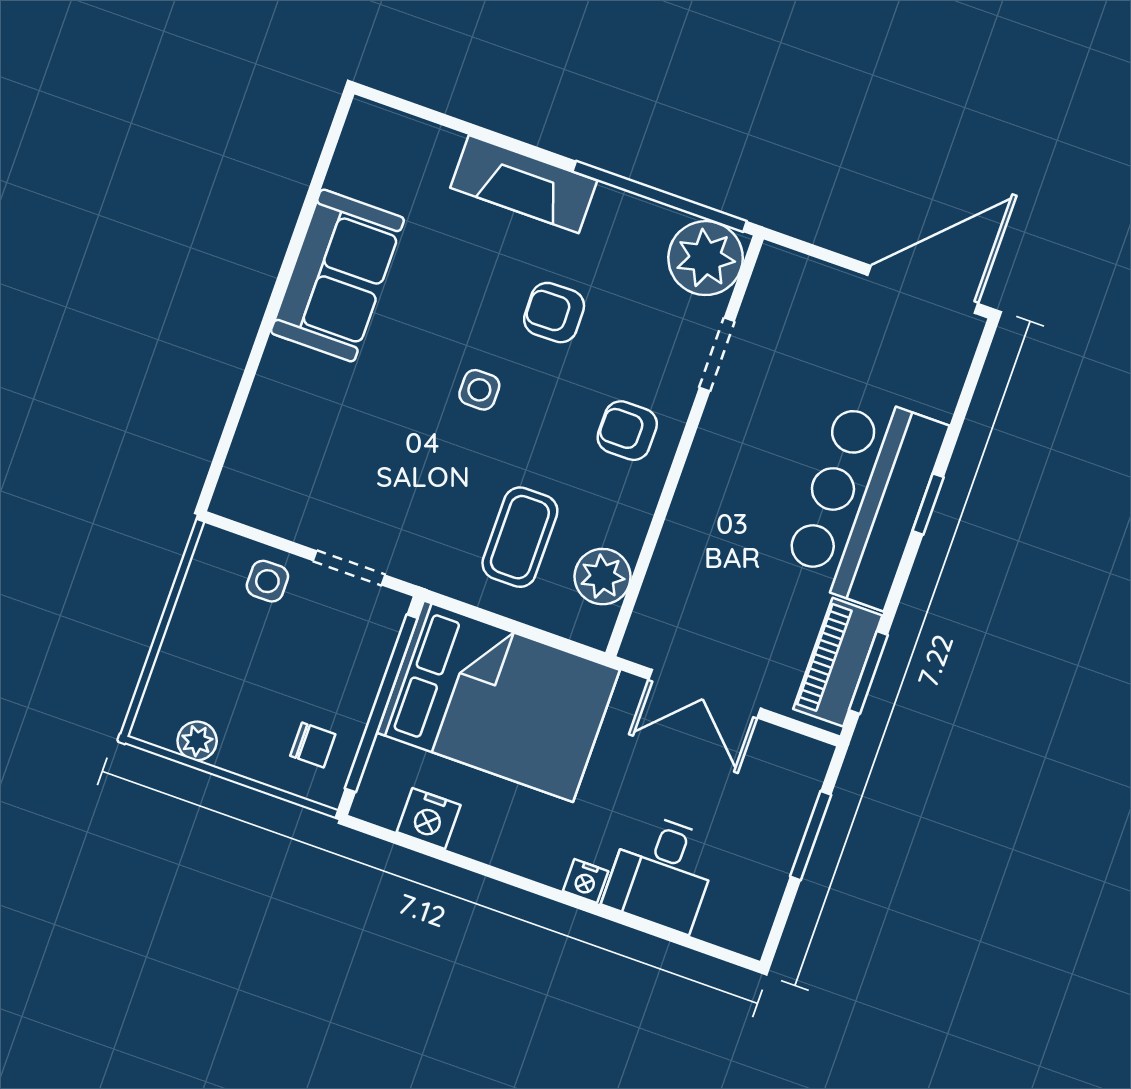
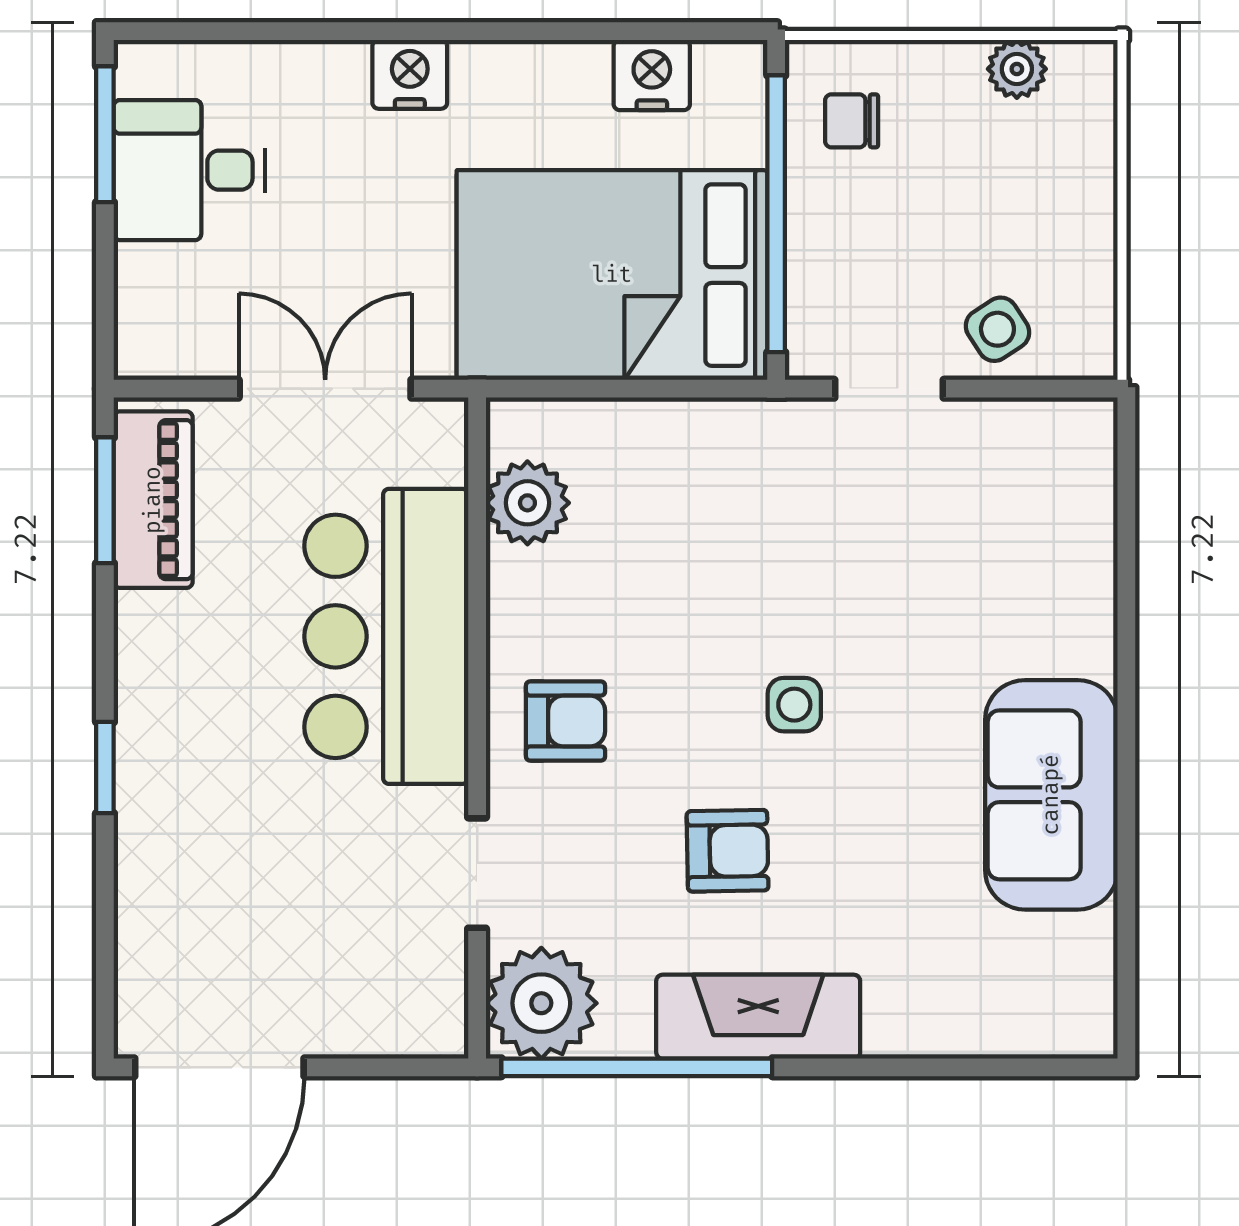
fireplace: (524, 184) -> (758, 1017), moved
bar counter: (865, 500) -> (386, 636), moved, turned 180
coffee table: (520, 537) -> (664, 517), removed
side table: (267, 581) -> (997, 329), turned -33
window: (811, 836) -> (105, 134), moved
desk: (662, 872) -> (189, 170), moved, turned -90
nightstand: (586, 881) -> (410, 74), width x1.39, depth x1.35

